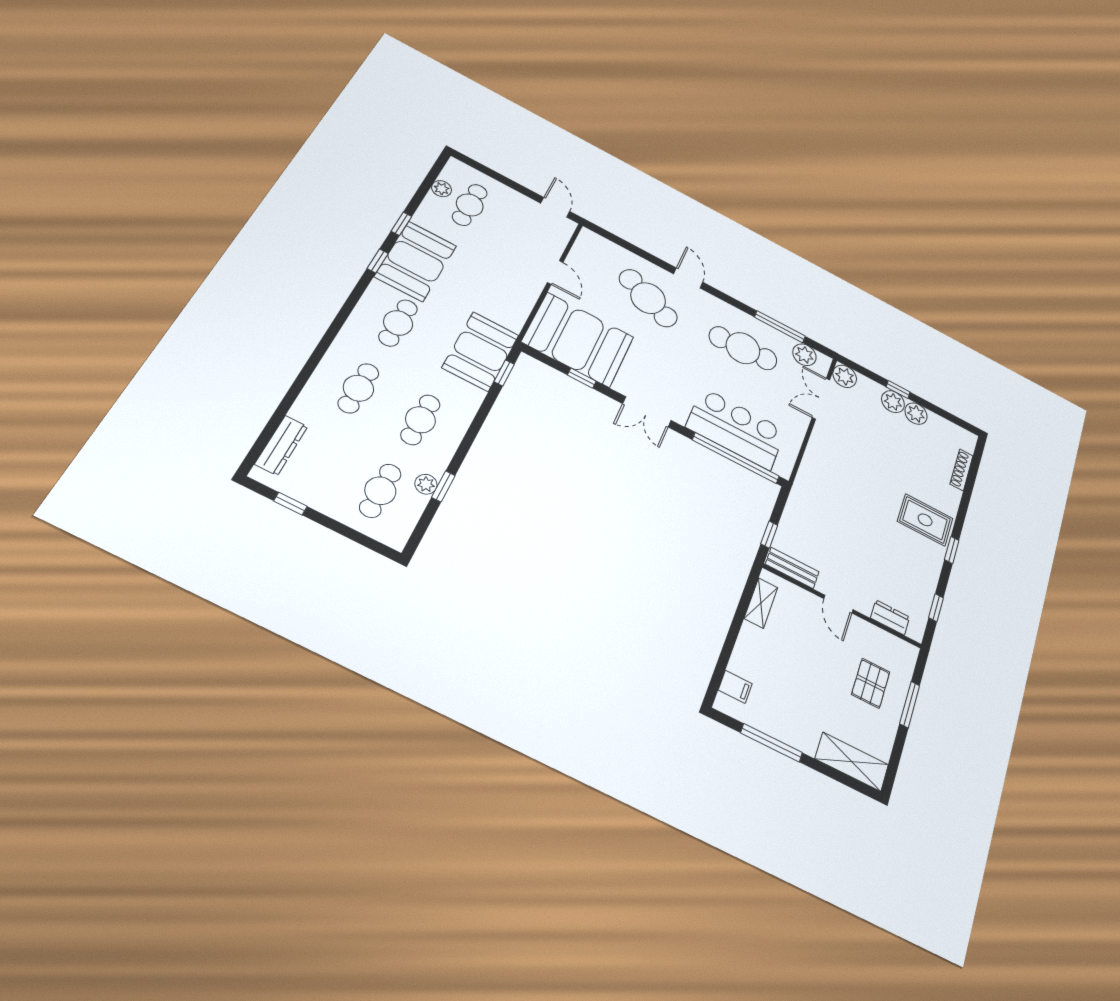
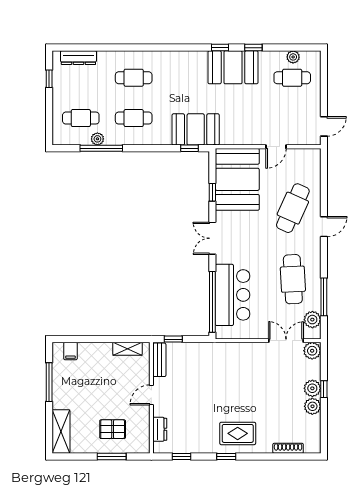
cafe table: (398, 323) -> (186, 78), removed
window: (443, 486) -> (101, 148), width x2.17
rug: (925, 520) -> (238, 433), turned 90

